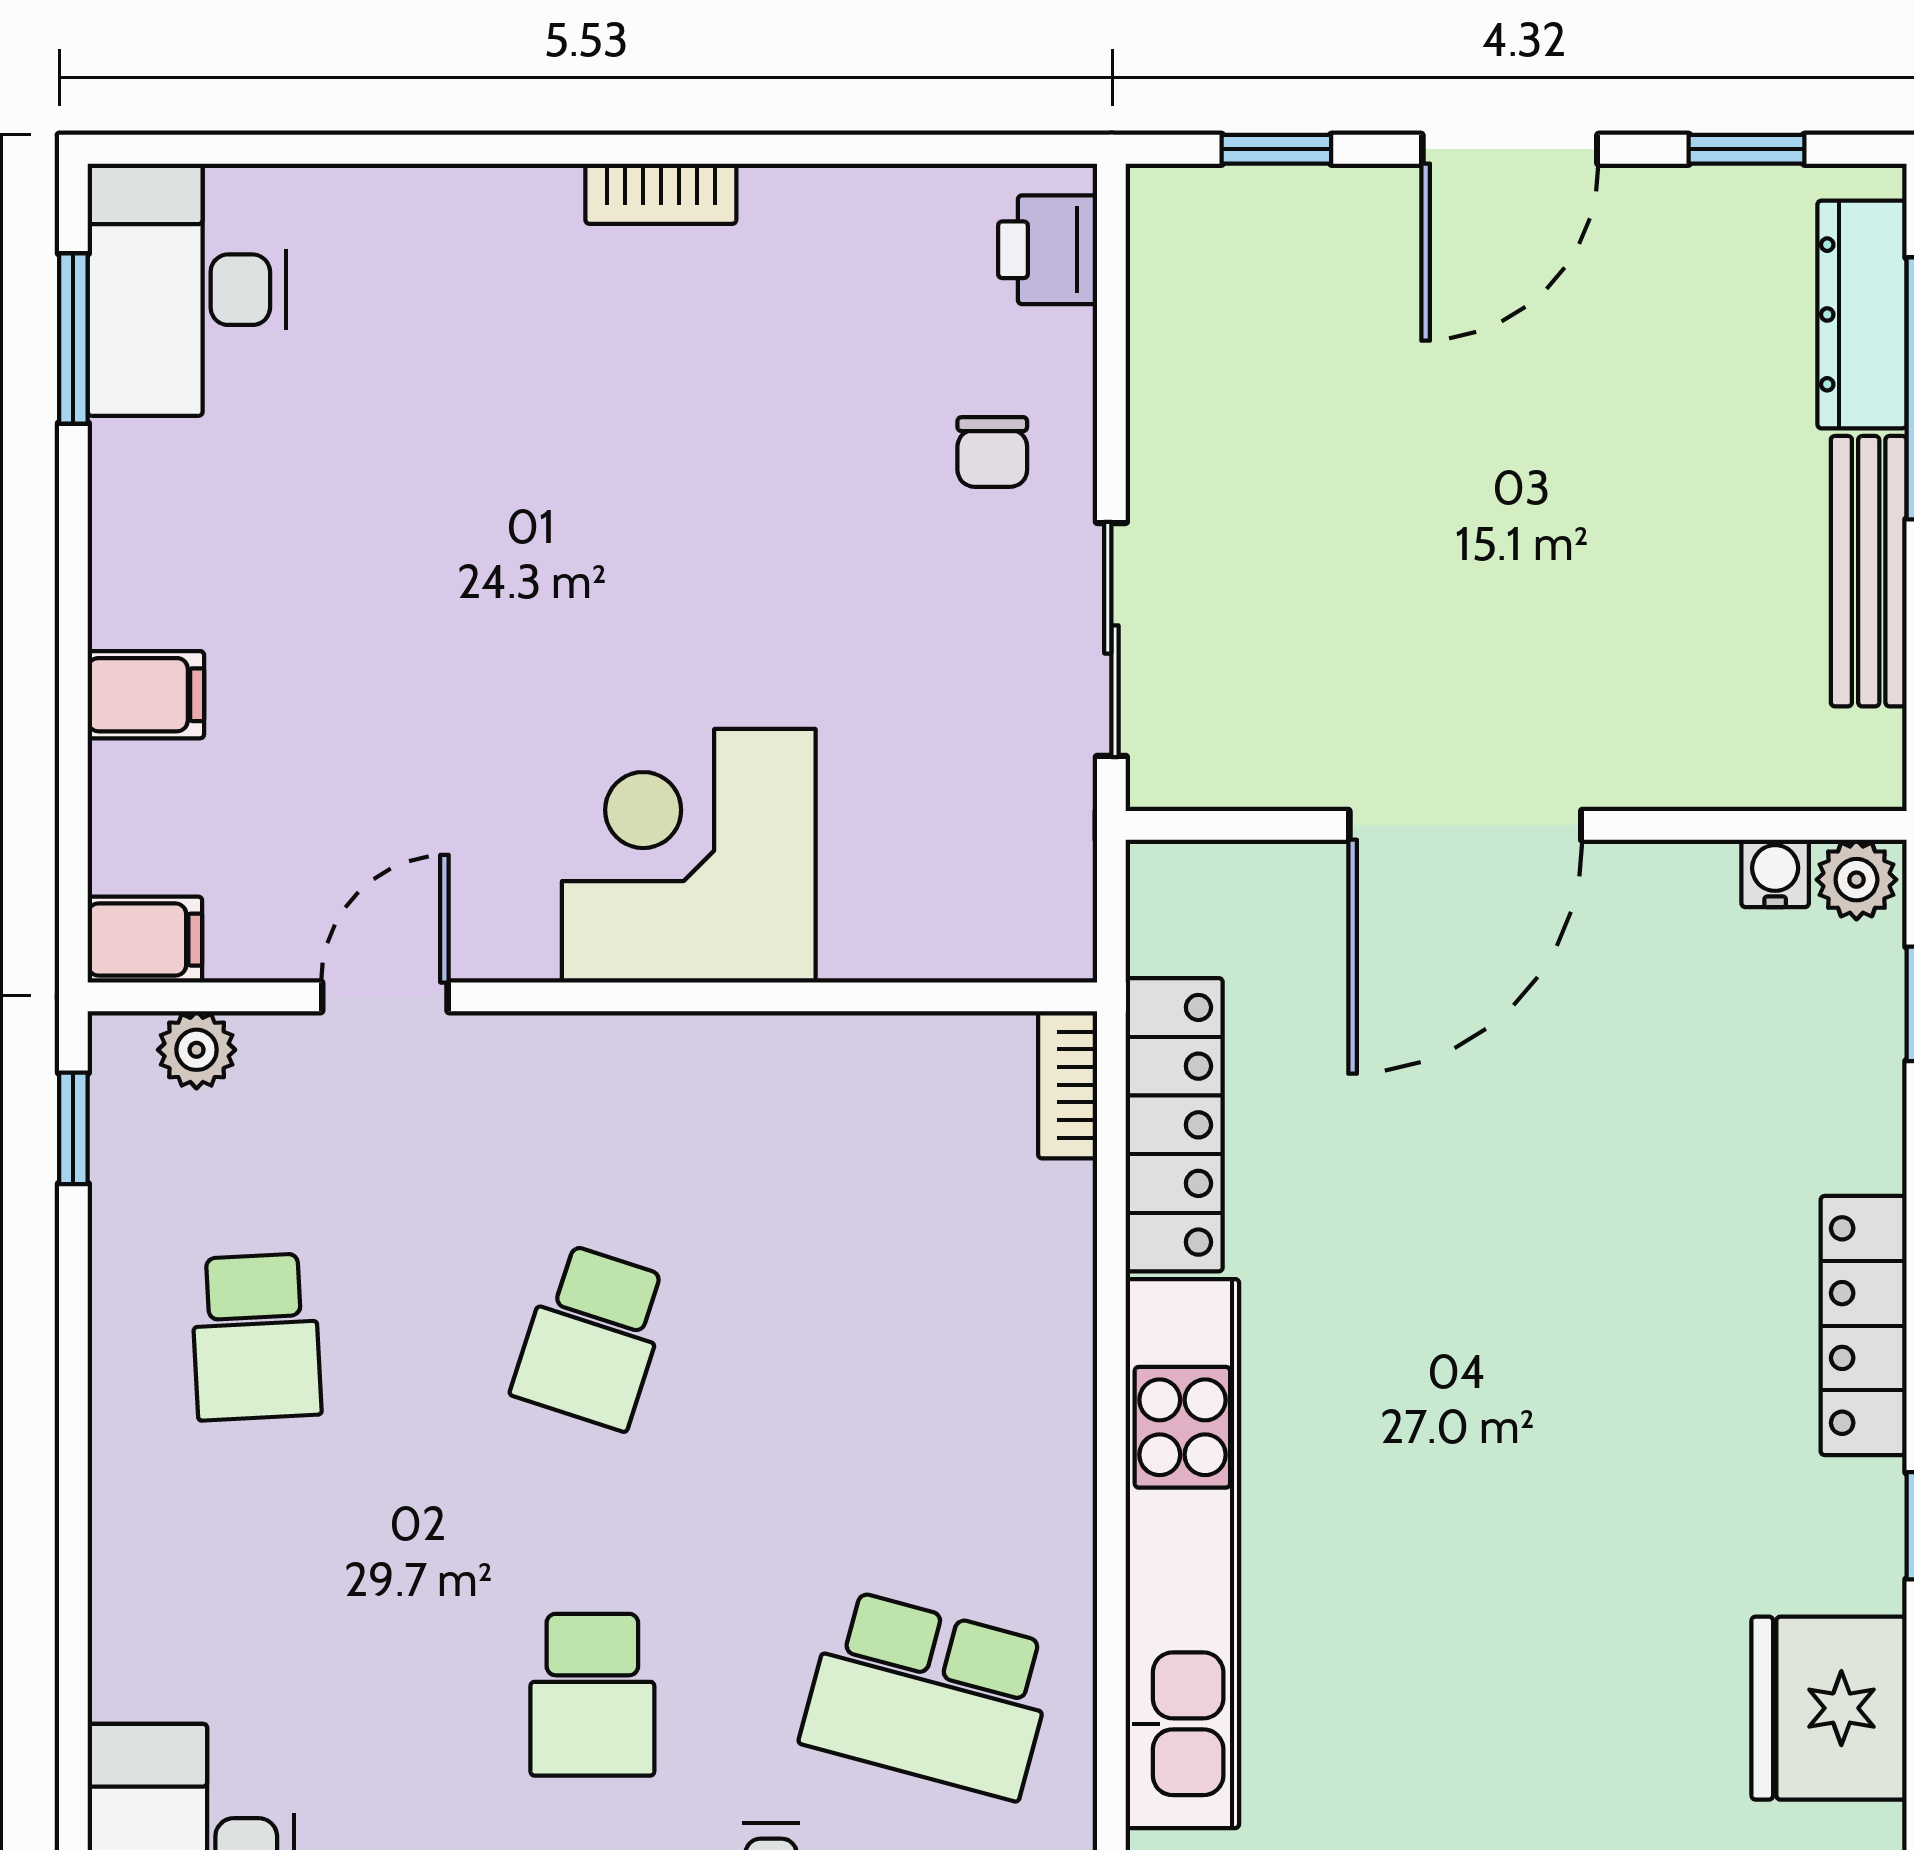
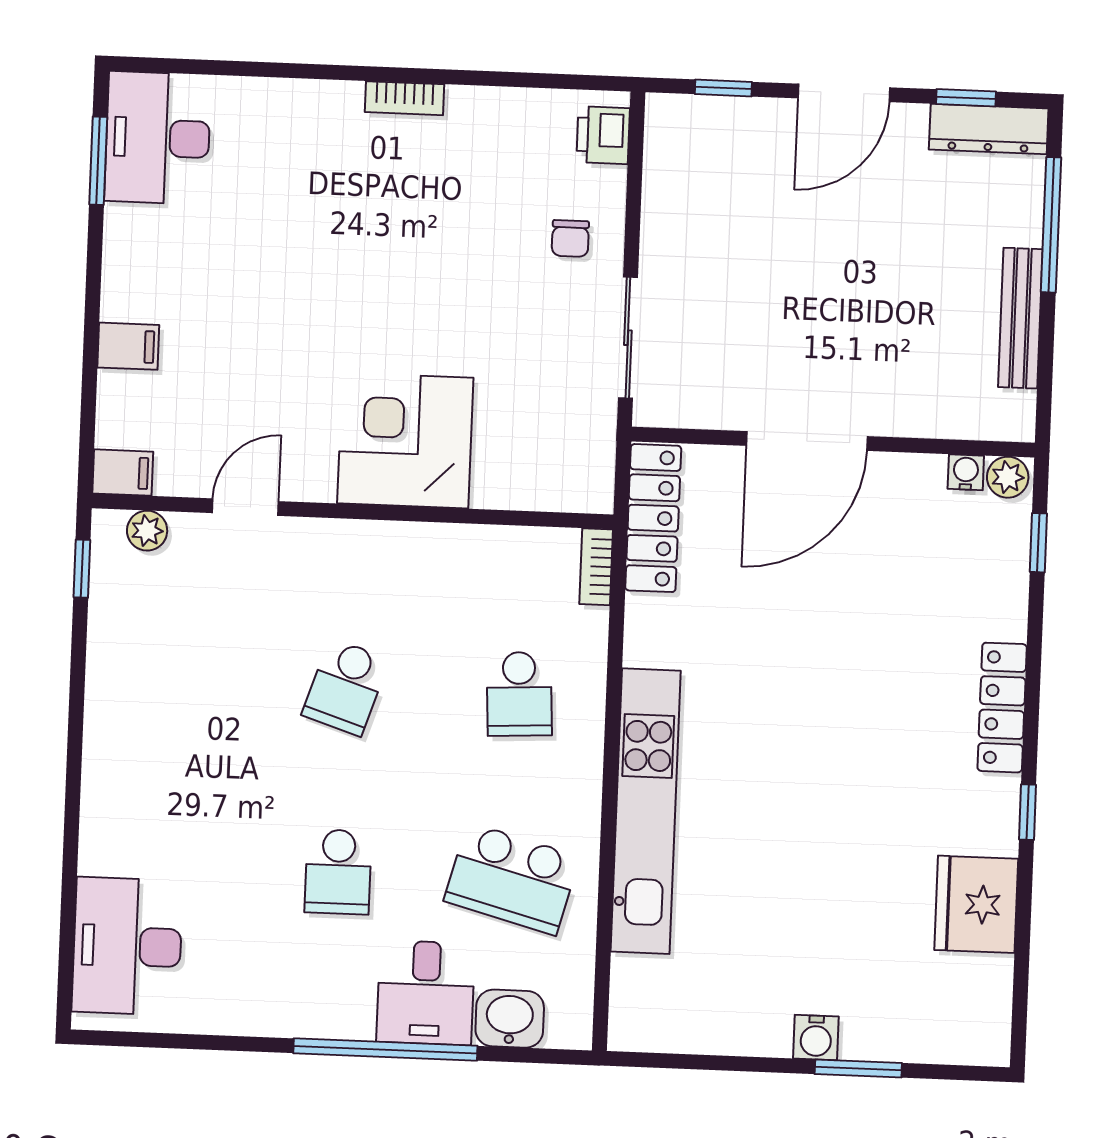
dresser: (1862, 314) -> (989, 129), moved, turned -90
locker: (1174, 1125) -> (653, 518), moved
school desk: (256, 1337) -> (519, 694), moved

